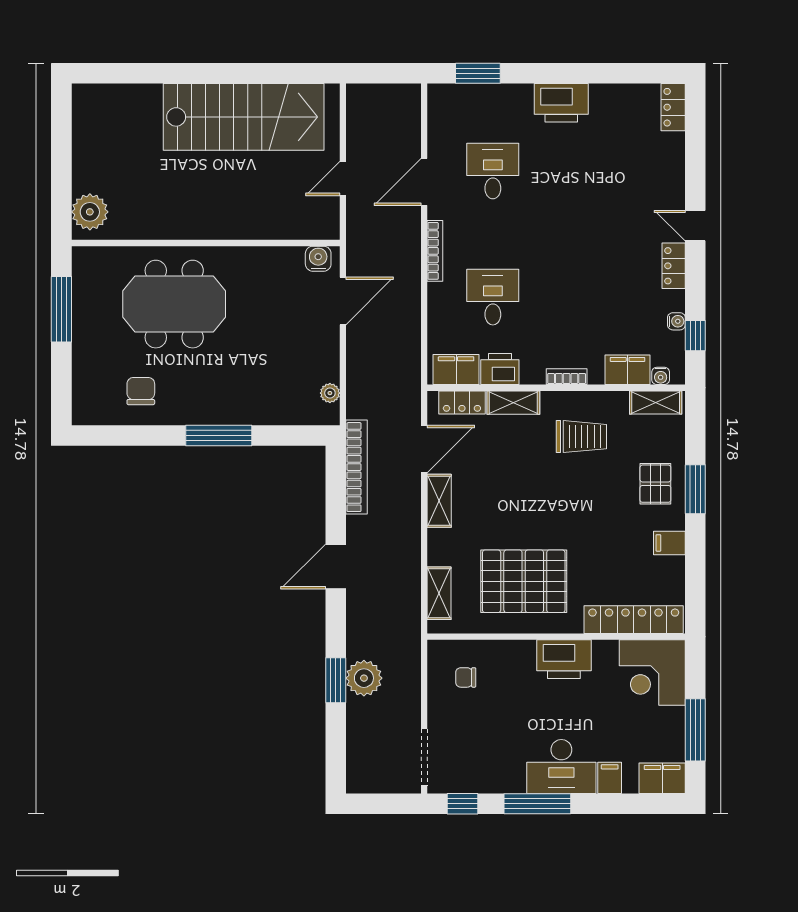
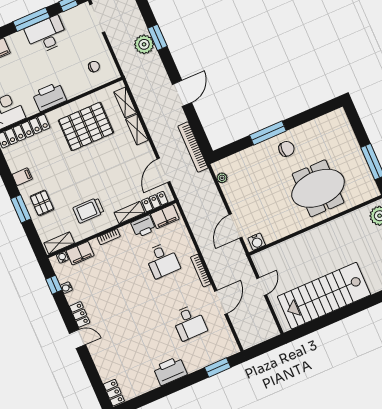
chair: (141, 391) -> (286, 149), moved, turned -90
shelving: (439, 501) -> (137, 130), moved
desk: (561, 766) -> (46, 35), moved

